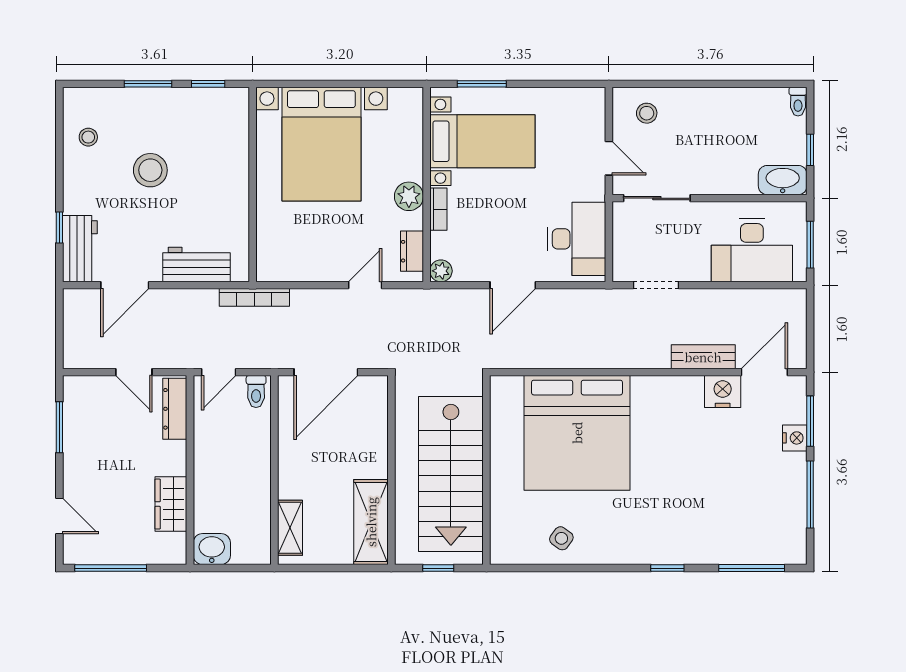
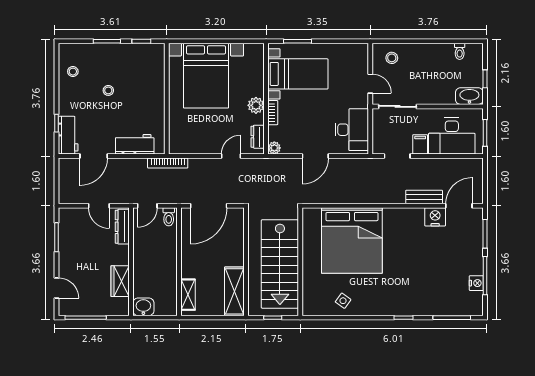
toilet: (798, 102) -> (460, 51), moved
stool: (150, 170) -> (108, 90), width x0.53, depth x0.53
filing cabinet: (696, 265) -> (420, 144), added
nightstand: (795, 438) -> (476, 283), moved

